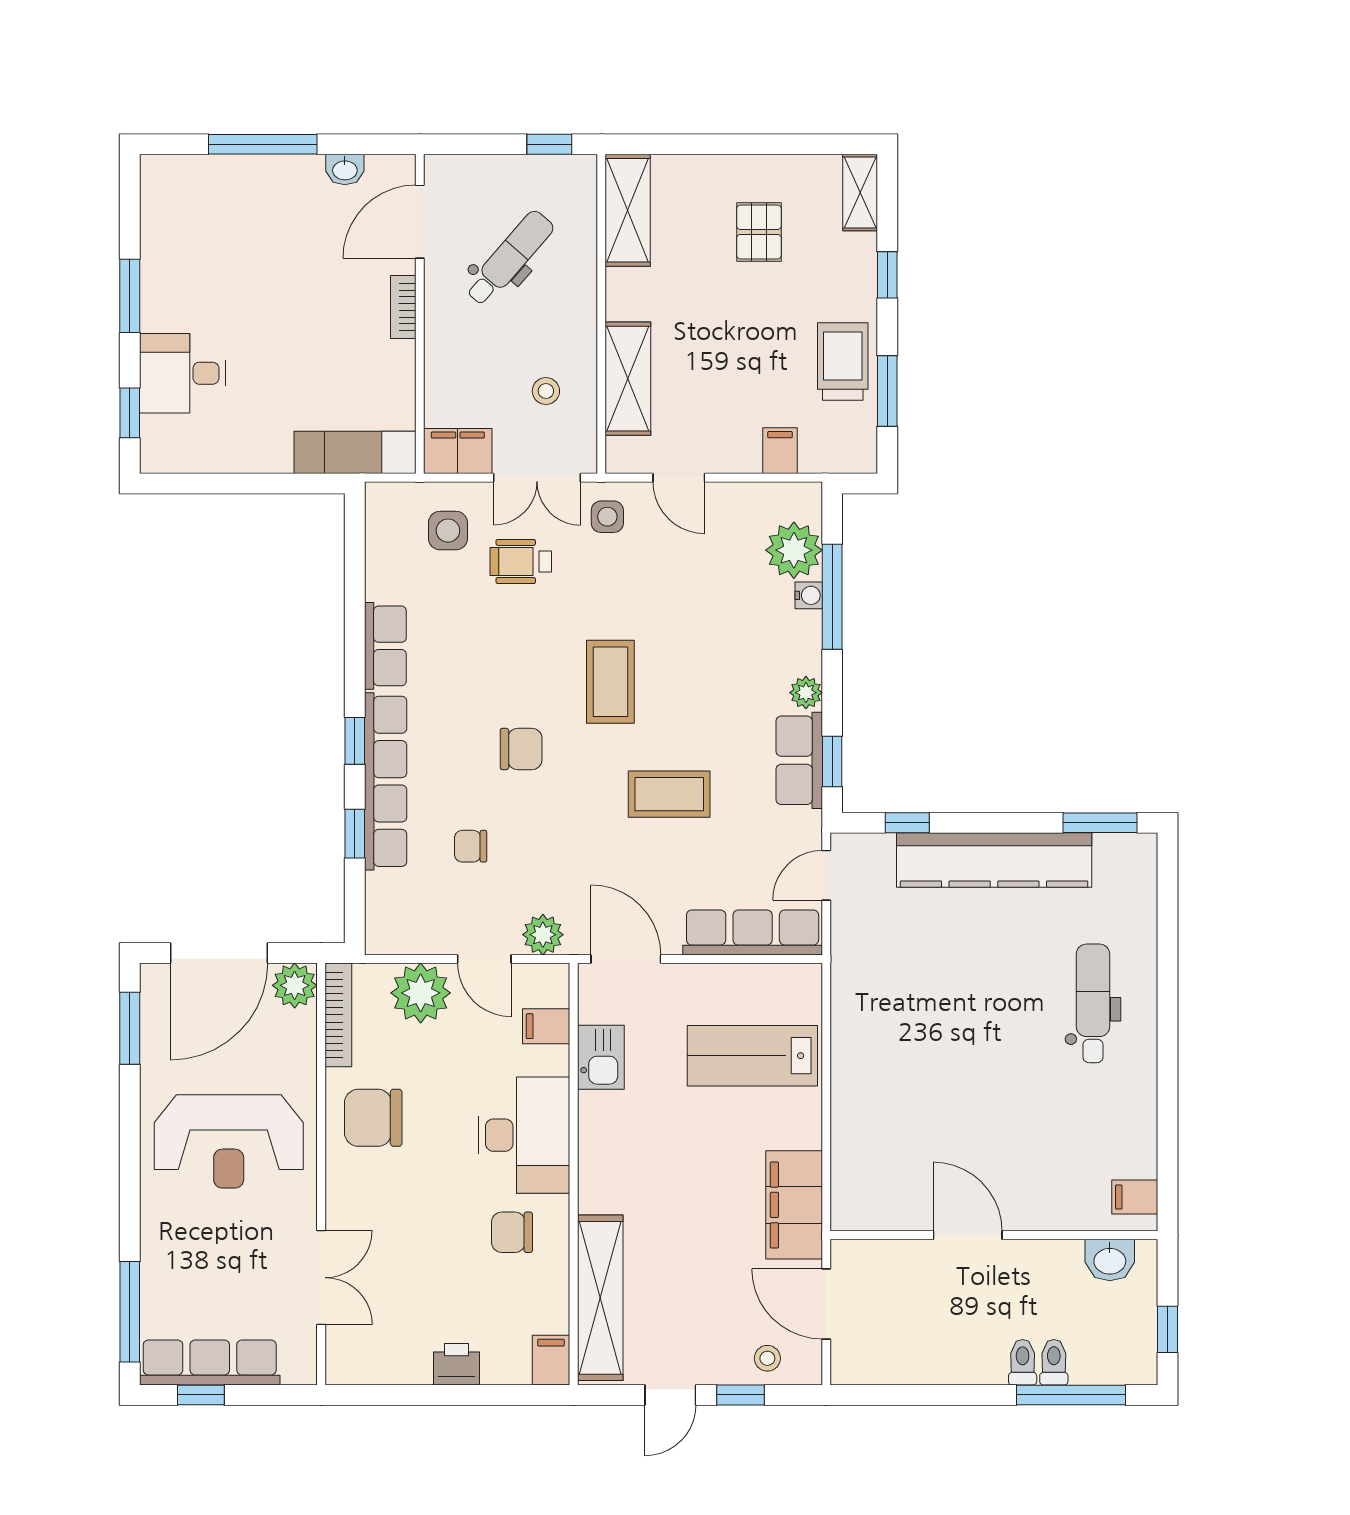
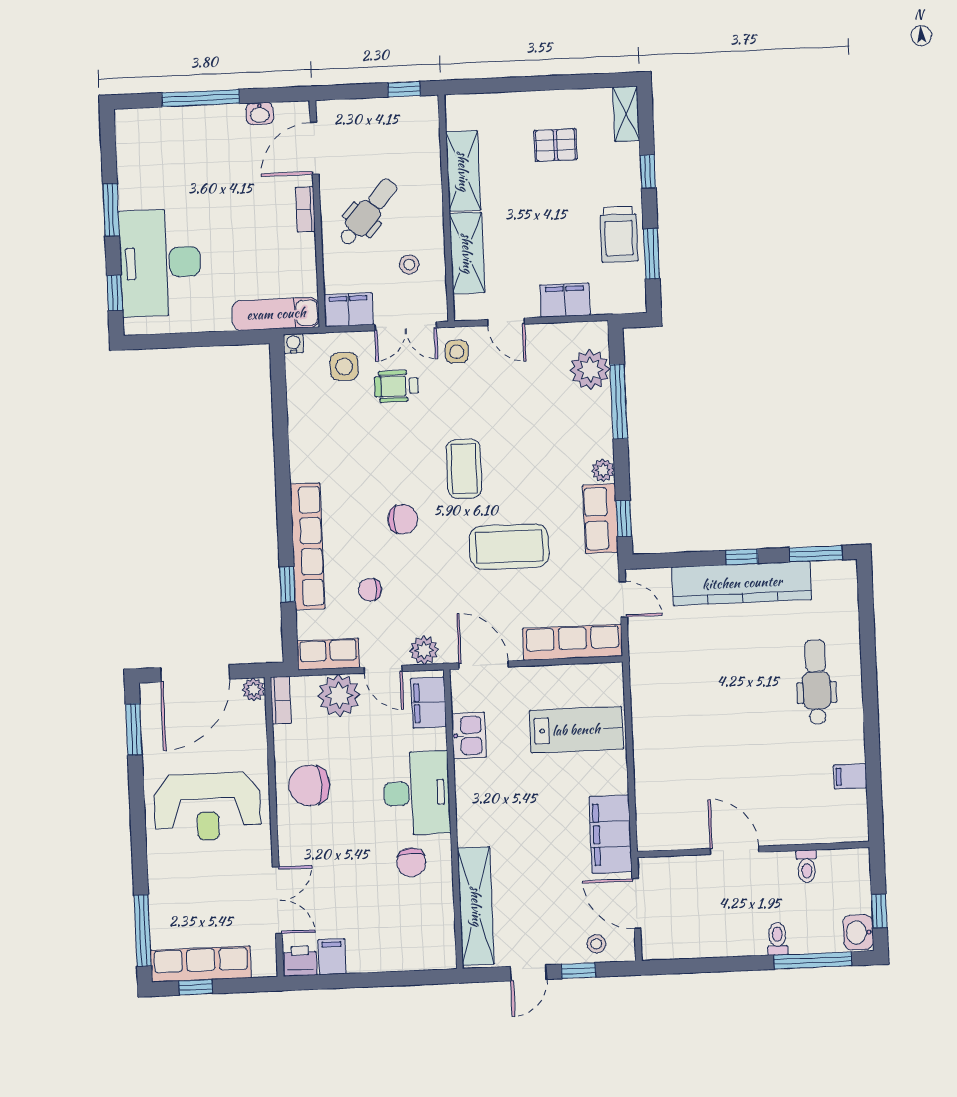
shelving: (628, 210) -> (463, 171), moved
pallet: (759, 232) -> (555, 145), turned 90
dental chair: (510, 258) -> (368, 212), moved
trolley: (843, 361) -> (619, 234), turned 180
desk: (183, 373) -> (160, 263), width x1.87, depth x1.30
filing cabinet: (780, 451) -> (565, 300), width x2.00
water cooler: (809, 595) -> (293, 344), moved, turned -90
row of seats: (385, 646) -> (328, 654), moved, turned -90
window: (355, 741) -> (284, 519), removed
coffee table: (669, 794) -> (509, 547), width x1.36, depth x1.32
window: (907, 823) -> (742, 557), moved
door: (826, 875) -> (623, 599), swing flipped
plant: (295, 985) -> (254, 689), width x0.73, depth x0.73
bookcase: (338, 1015) -> (281, 700), width x0.64
filing cabinet: (546, 1026) -> (429, 703), width x2.00
lab bench: (752, 1056) -> (576, 730), turned 180
filing cabinet: (1135, 1197) -> (850, 776), moved
chair: (512, 1232) -> (411, 862), turned -90
washbasin: (1110, 1260) -> (858, 932), moved, turned 90
filing cabinet: (551, 1360) -> (332, 957), moved
toilet: (1054, 1362) -> (807, 866), moved, turned 180
printer: (457, 1364) -> (300, 961), moved

